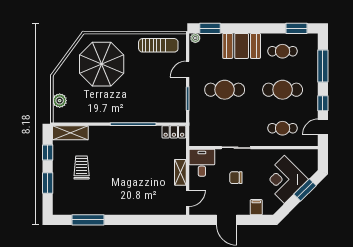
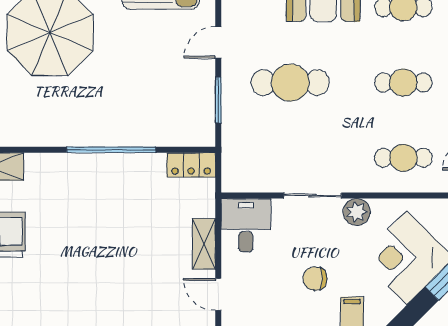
cafe table: (283, 90) -> (403, 83), width x0.73, depth x0.74
plant: (259, 156) -> (357, 212), added
chair: (236, 178) -> (315, 279), moved
door: (188, 198) -> (218, 294), swing flipped

